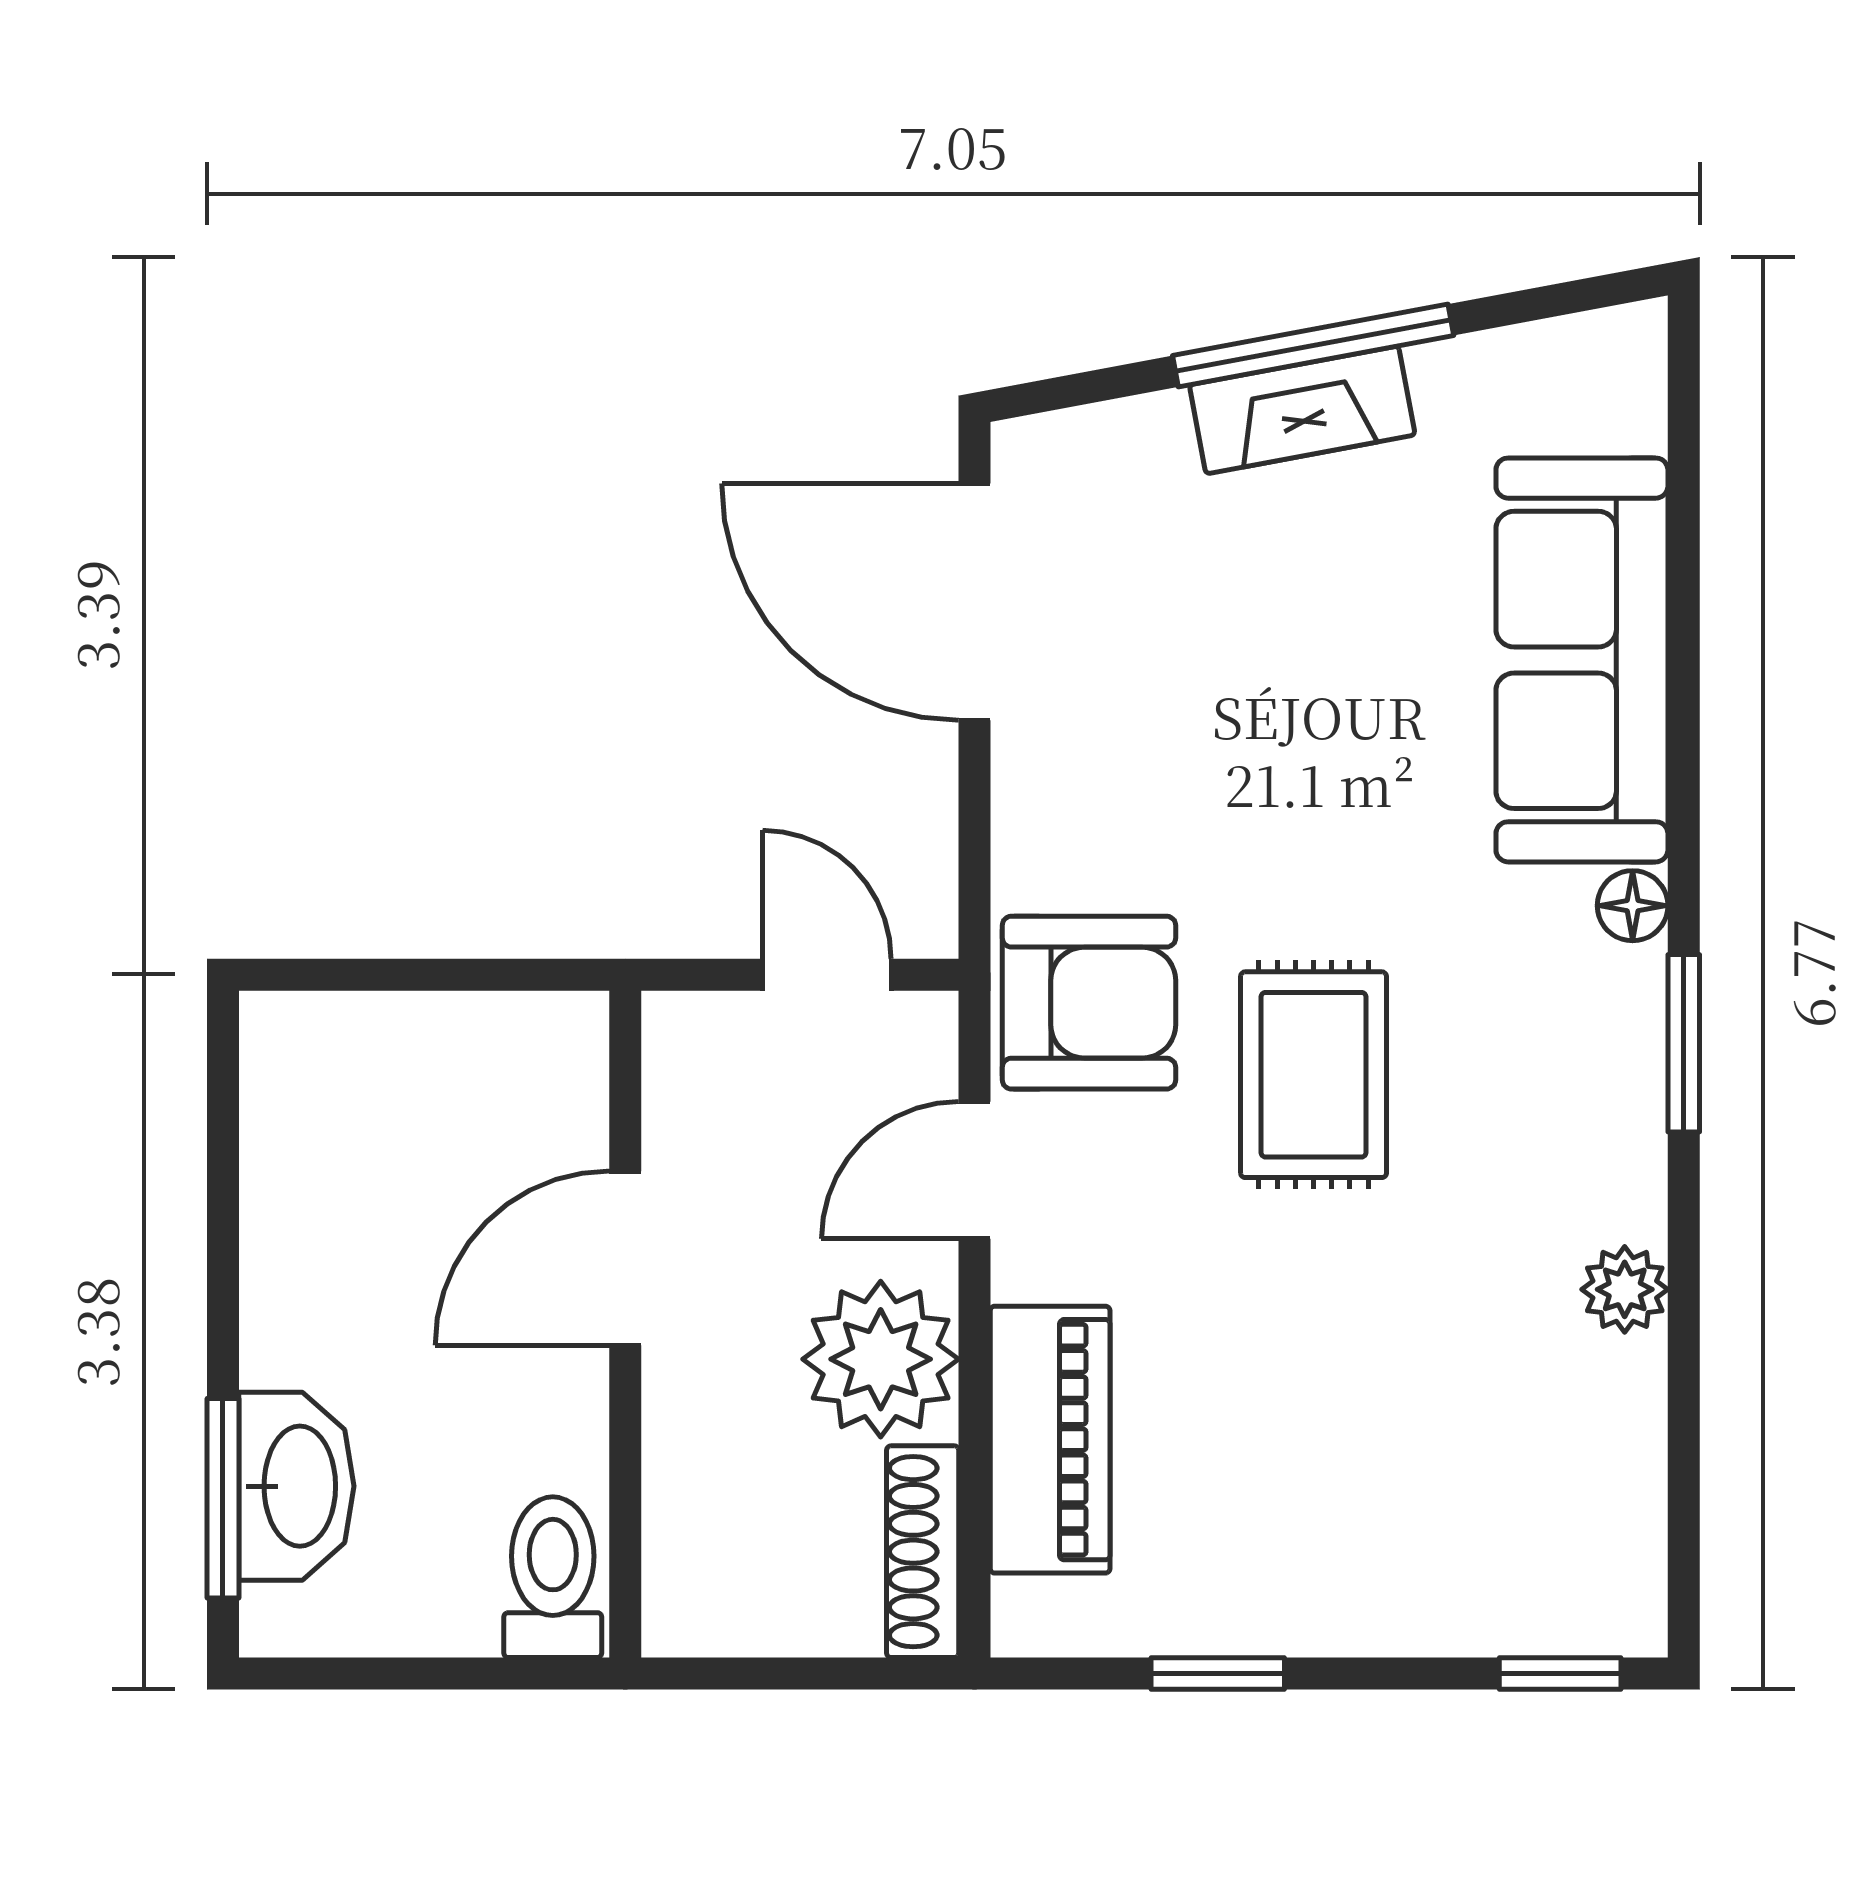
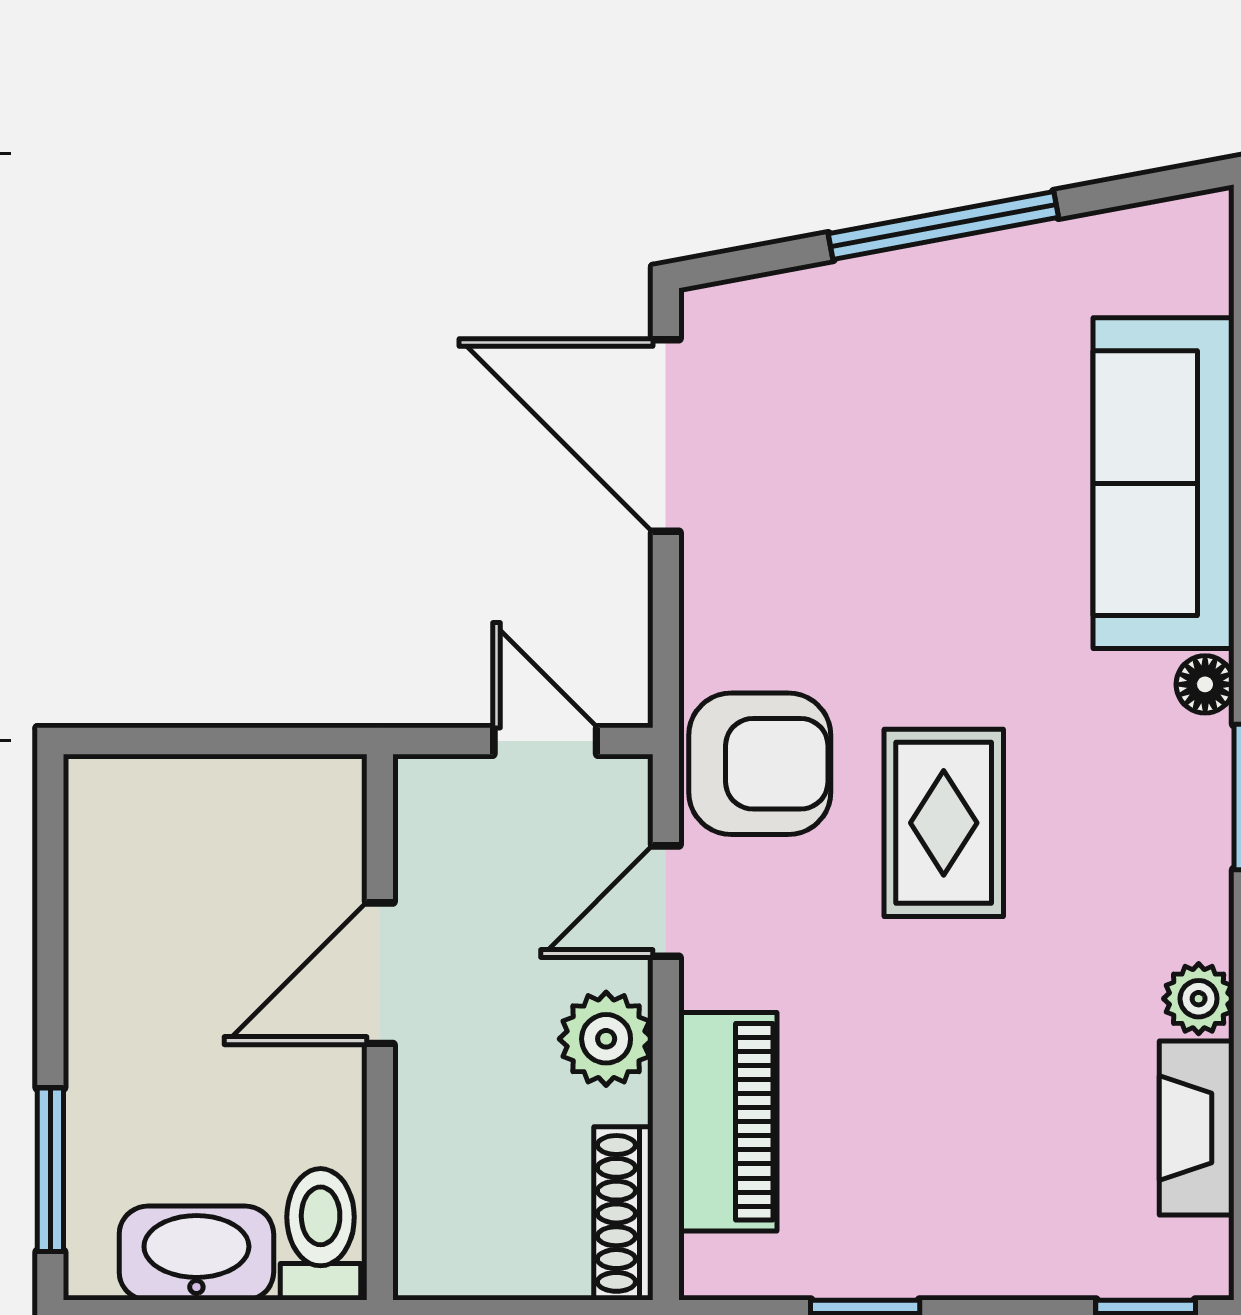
fireplace: (1302, 410) -> (1197, 1128), moved, turned 101
plant: (881, 1359) -> (606, 1039), width x0.73, depth x0.73
washbasin: (296, 1486) -> (196, 1253), moved, turned -90

